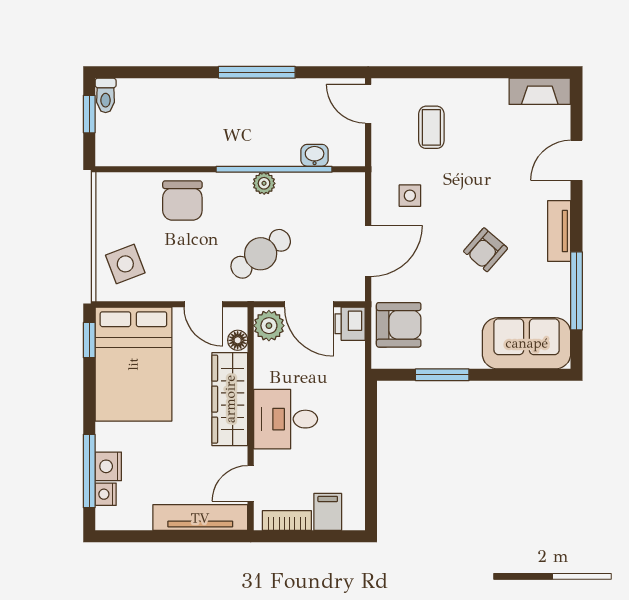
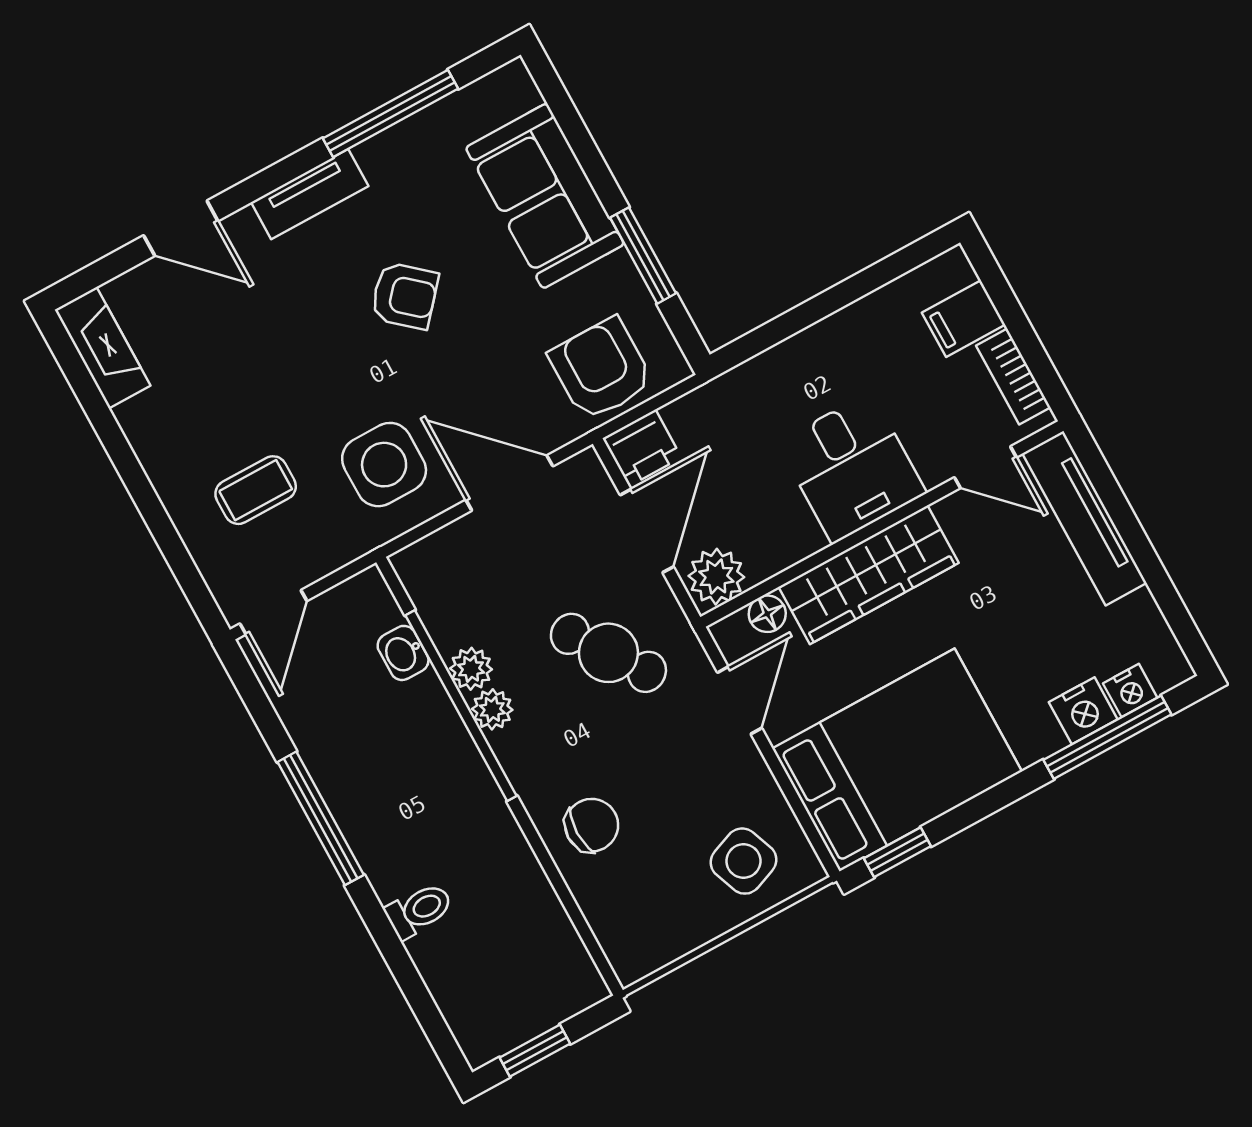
toilet: (106, 95) -> (419, 910), moved
plant: (289, 184) -> (471, 669), added
side table: (410, 196) -> (384, 465), width x1.87, depth x1.87
chair: (182, 201) -> (592, 825), width x0.73, depth x0.73
sofa: (527, 343) -> (545, 196), moved

